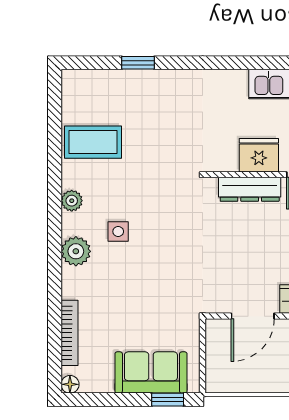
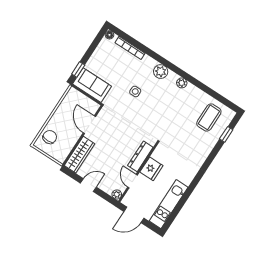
window: (138, 63) -> (226, 134), moved
coffee table: (93, 142) -> (209, 117), moved
side table: (118, 232) -> (135, 91), moved
sofa: (151, 372) -> (92, 85), moved, turned -90

